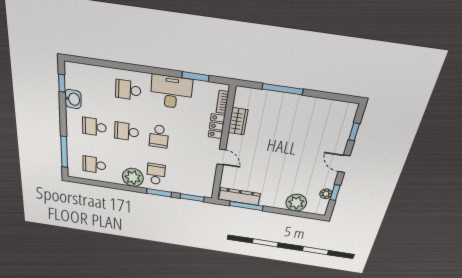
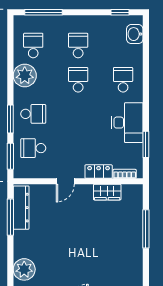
washbasin: (73, 99) -> (135, 34), moved, turned 90
school desk: (159, 136) -> (33, 148), moved
plant: (133, 177) -> (25, 75), moved

